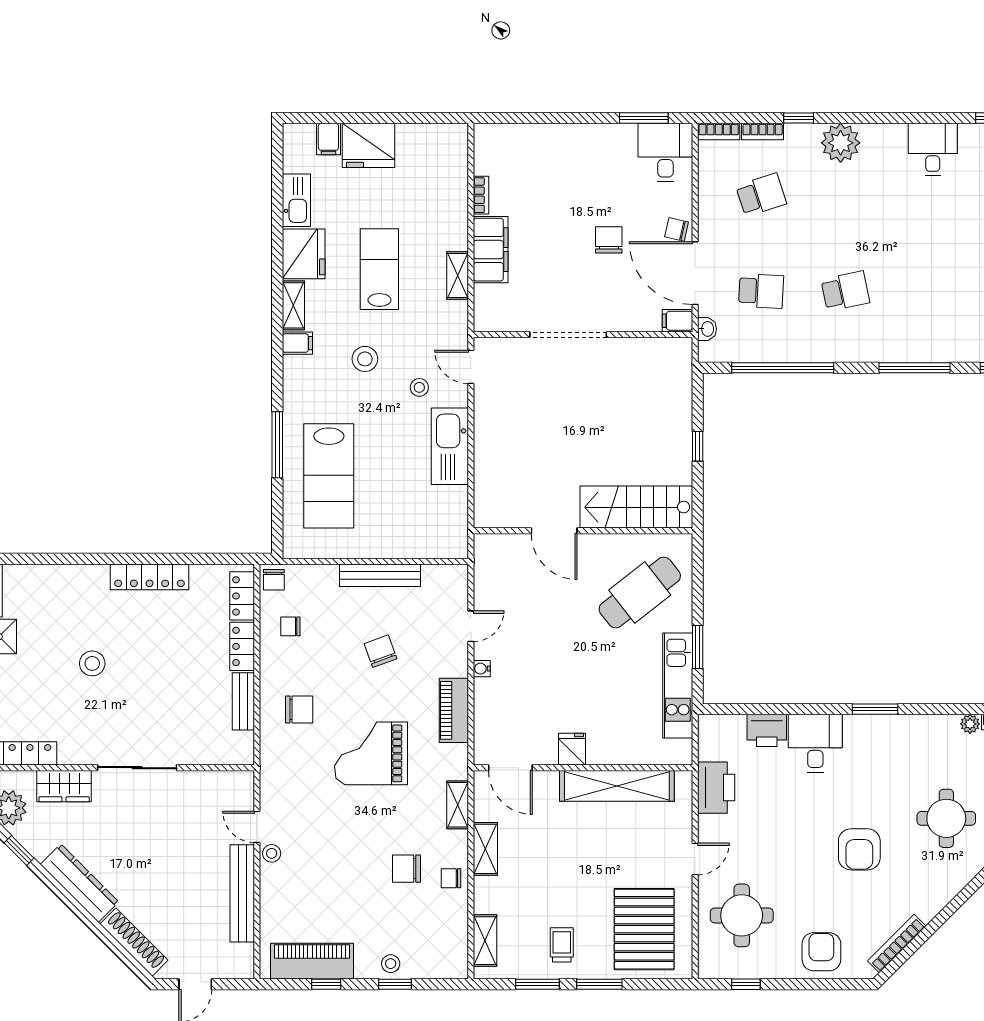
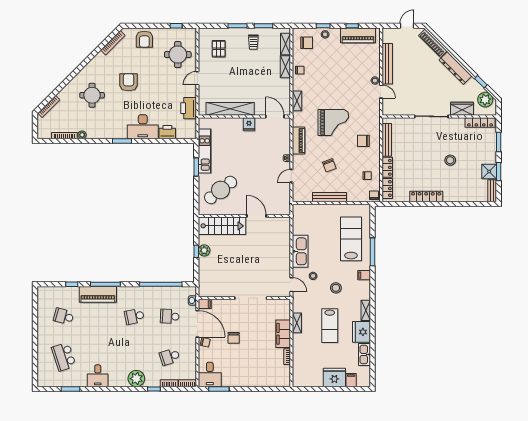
filing cabinet: (297, 343) -> (364, 275), moved
piano: (932, 343) -> (98, 294), added
plant: (679, 448) -> (204, 250), added
bench: (243, 701) -> (387, 140), width x1.36
desk: (815, 743) -> (143, 127), width x1.37
shelving: (485, 849) -> (285, 67), moved
chair: (407, 869) -> (307, 43), moved
pallet: (644, 929) -> (219, 49), width x0.49, depth x0.50

